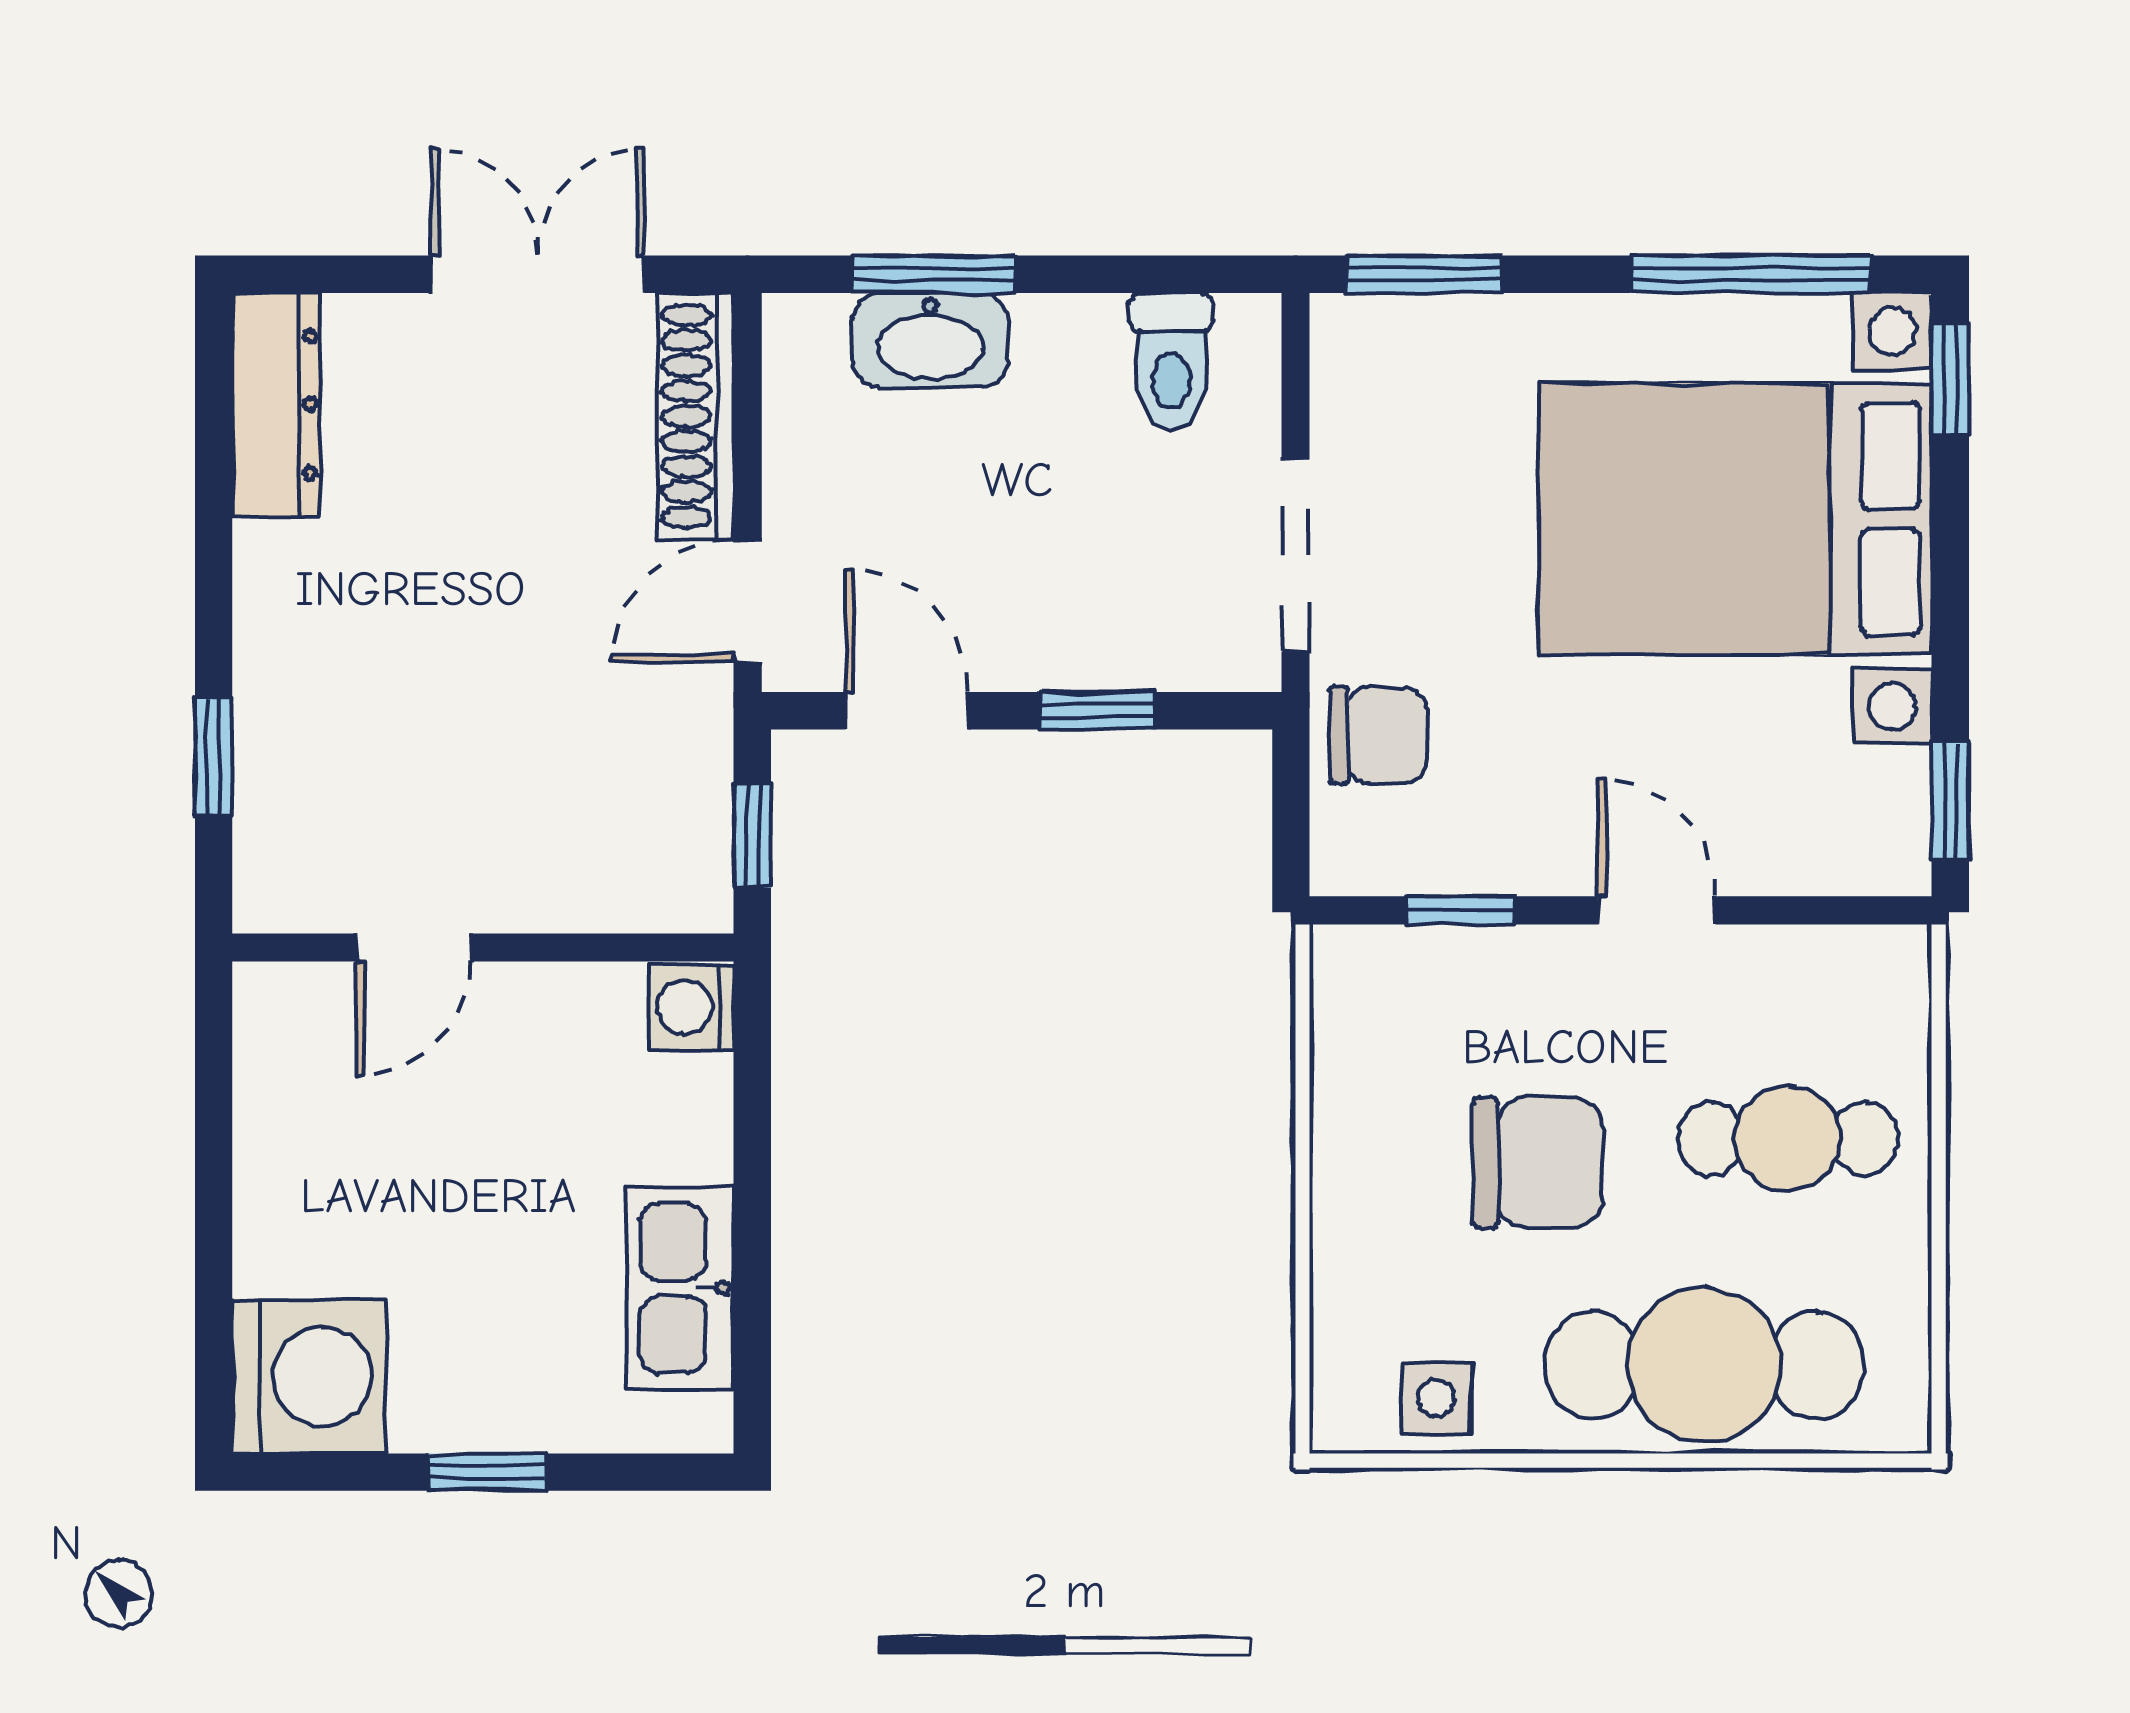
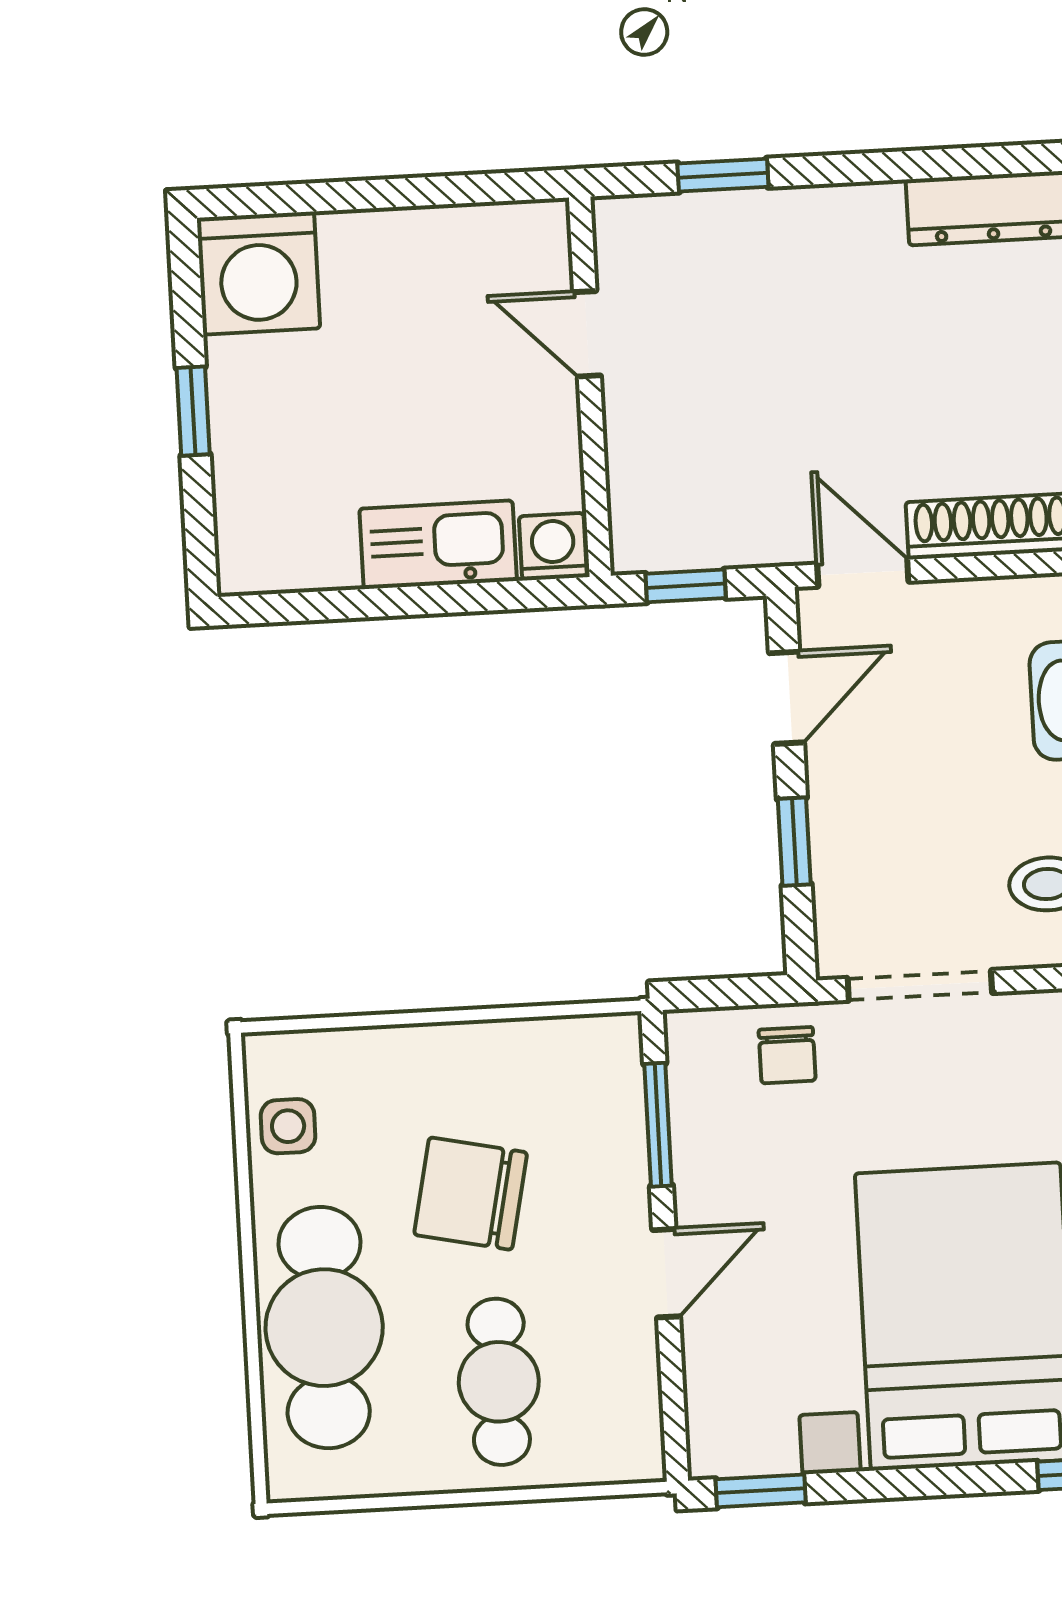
chair: (1378, 735) -> (787, 1055), width x0.73, depth x0.73
window: (1461, 910) -> (658, 1125), width x1.50
chair: (1538, 1162) -> (471, 1194), turned 102
kitchen sink: (680, 1288) -> (438, 545), moved

